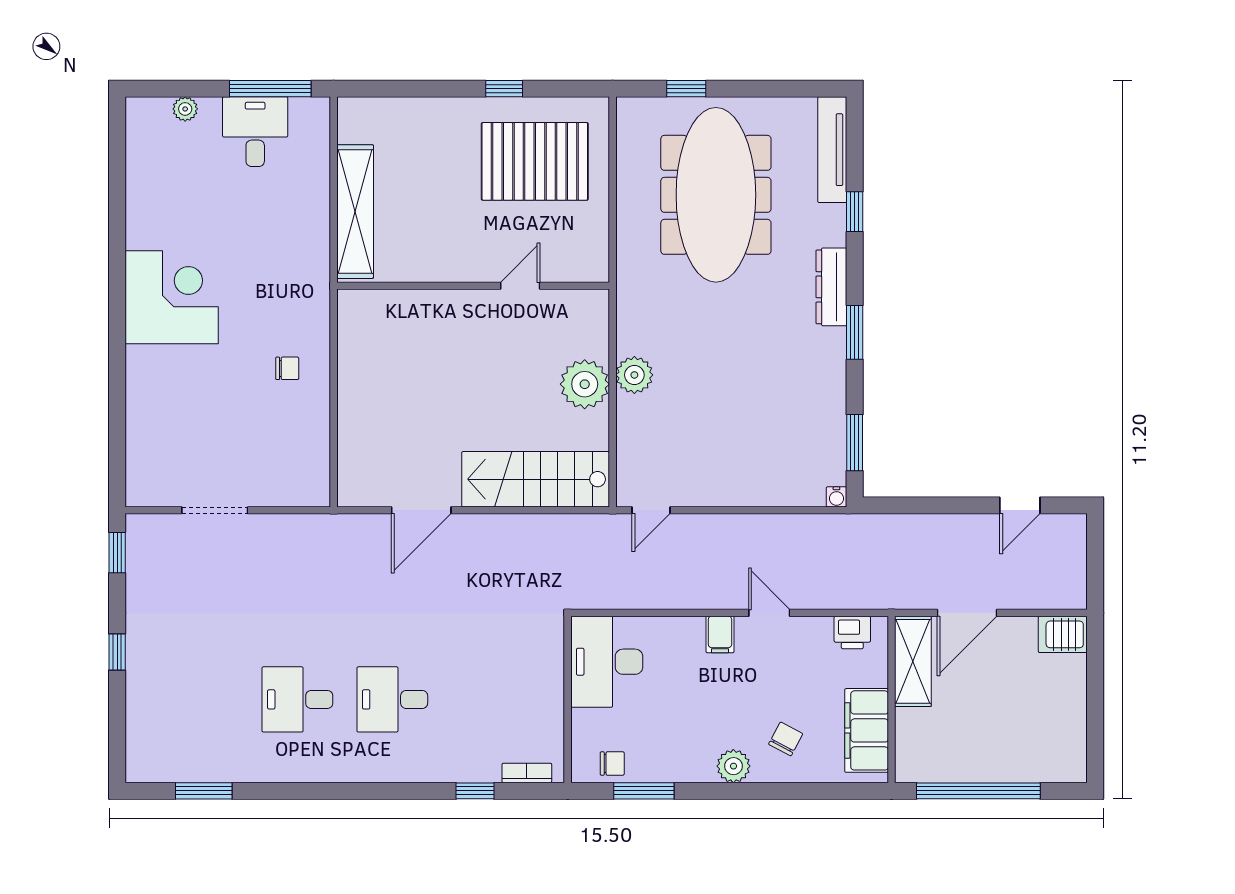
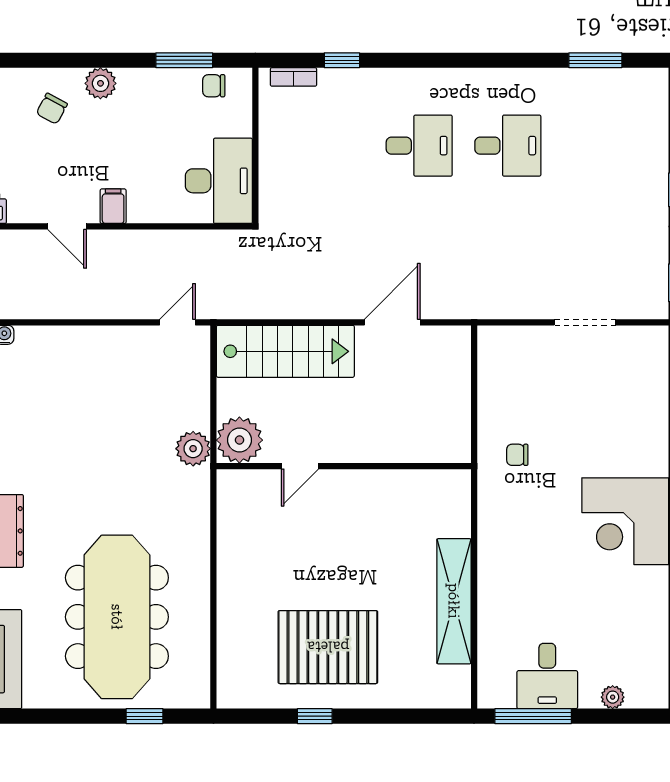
pallet: (535, 161) -> (328, 647), moved
wall: (473, 286) -> (344, 466), moved
door: (520, 286) -> (300, 466), moved

